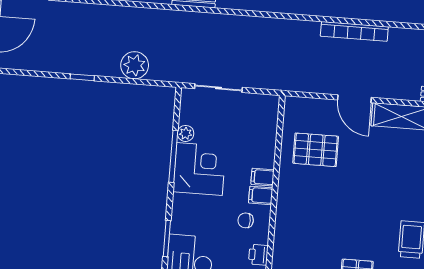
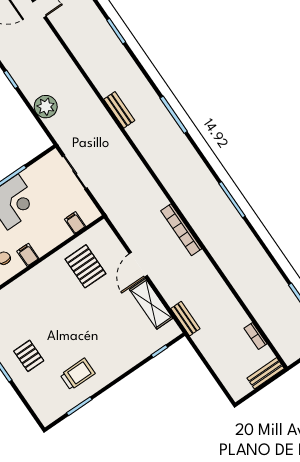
plant: (186, 133) -> (29, 175), removed
filing cabinet: (263, 177) -> (75, 223), moved

